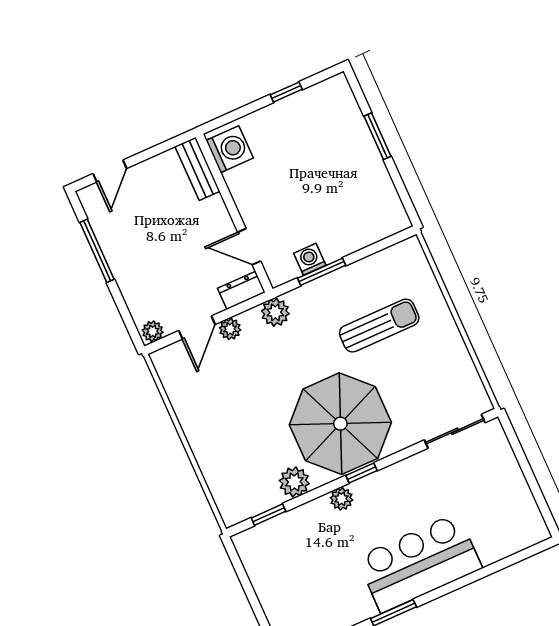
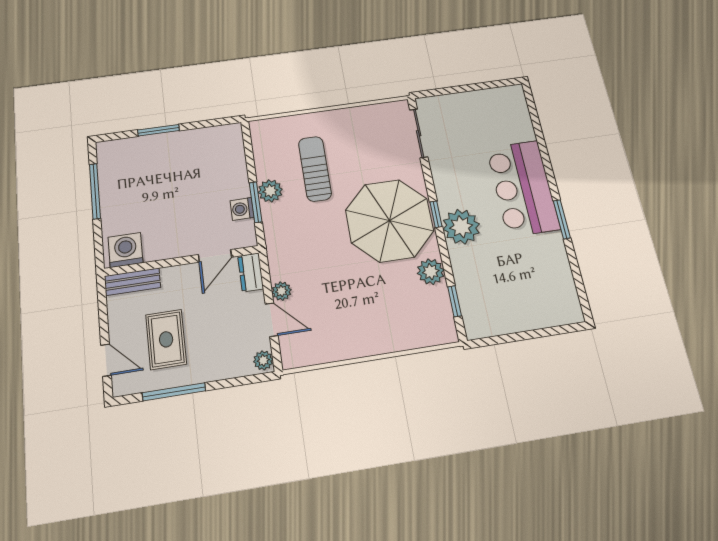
window: (286, 92) -> (95, 191), width x2.17
rug: (147, 225) -> (166, 339), added
plant: (275, 312) -> (270, 191), moved
plant: (341, 499) -> (461, 227), width x1.88, depth x1.88

